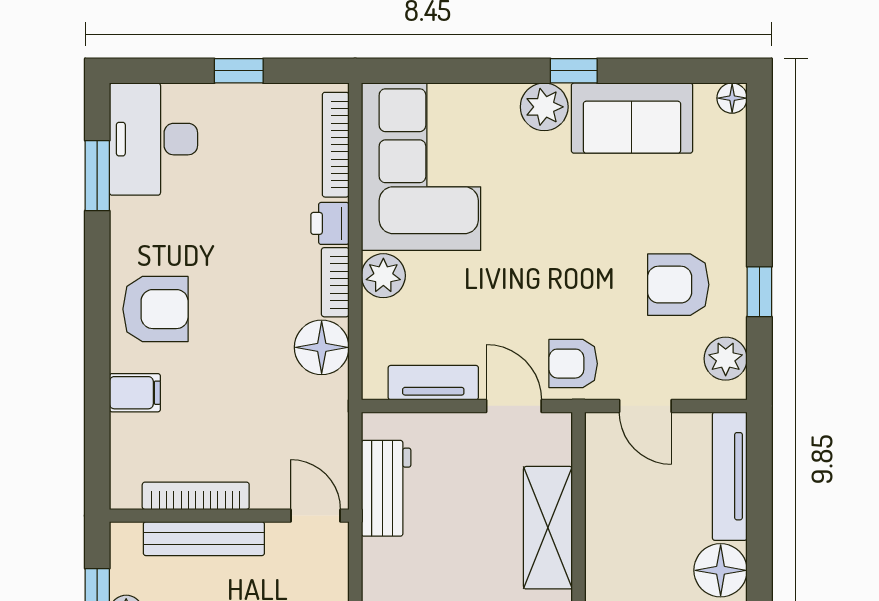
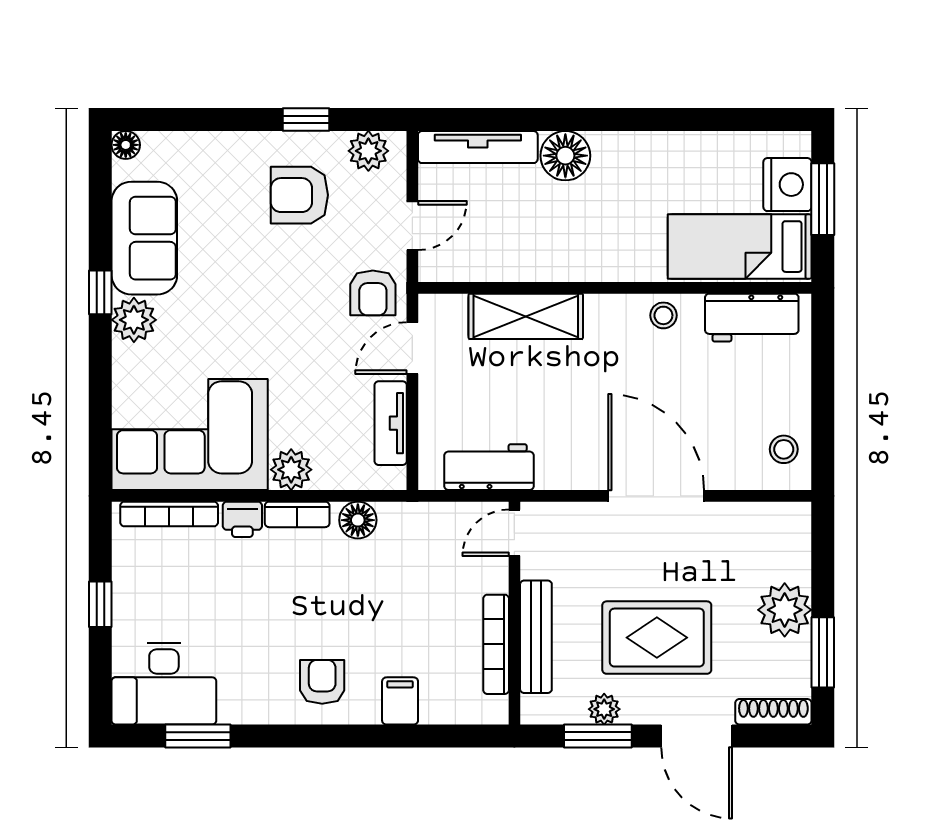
armchair: (678, 285) -> (299, 195), turned 90
armchair: (155, 309) -> (322, 682), width x0.72, depth x0.72
floor lamp: (322, 347) -> (358, 520), width x0.73, depth x0.73

